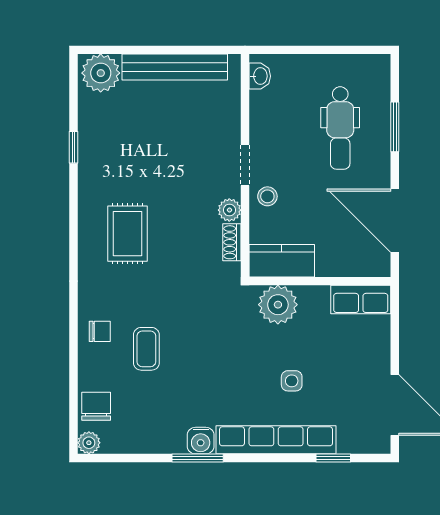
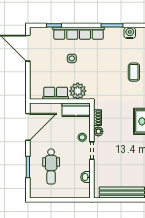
washbasin: (260, 76) -> (85, 177), moved
dental chair: (340, 128) -> (51, 166), turned 180
door: (395, 221) -> (28, 127), hinge flipped
row of seats: (361, 299) -> (56, 93), moved
water cooler: (201, 441) -> (130, 33), moved

